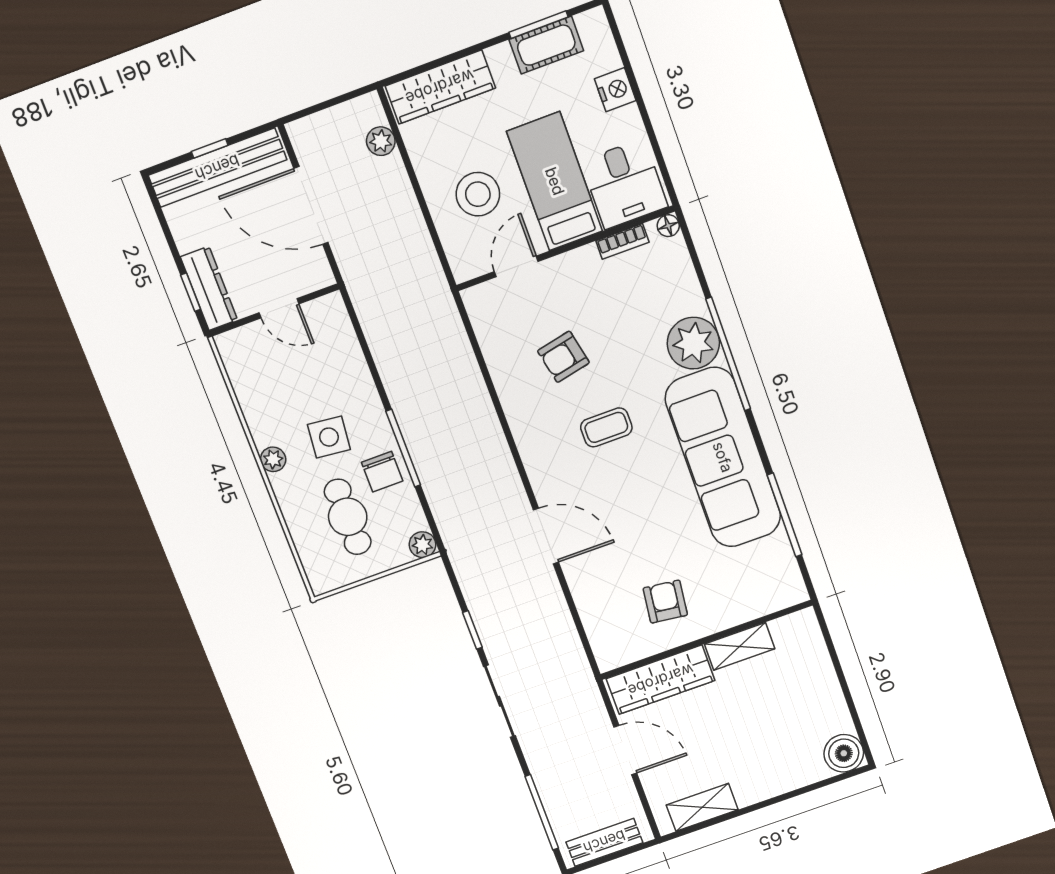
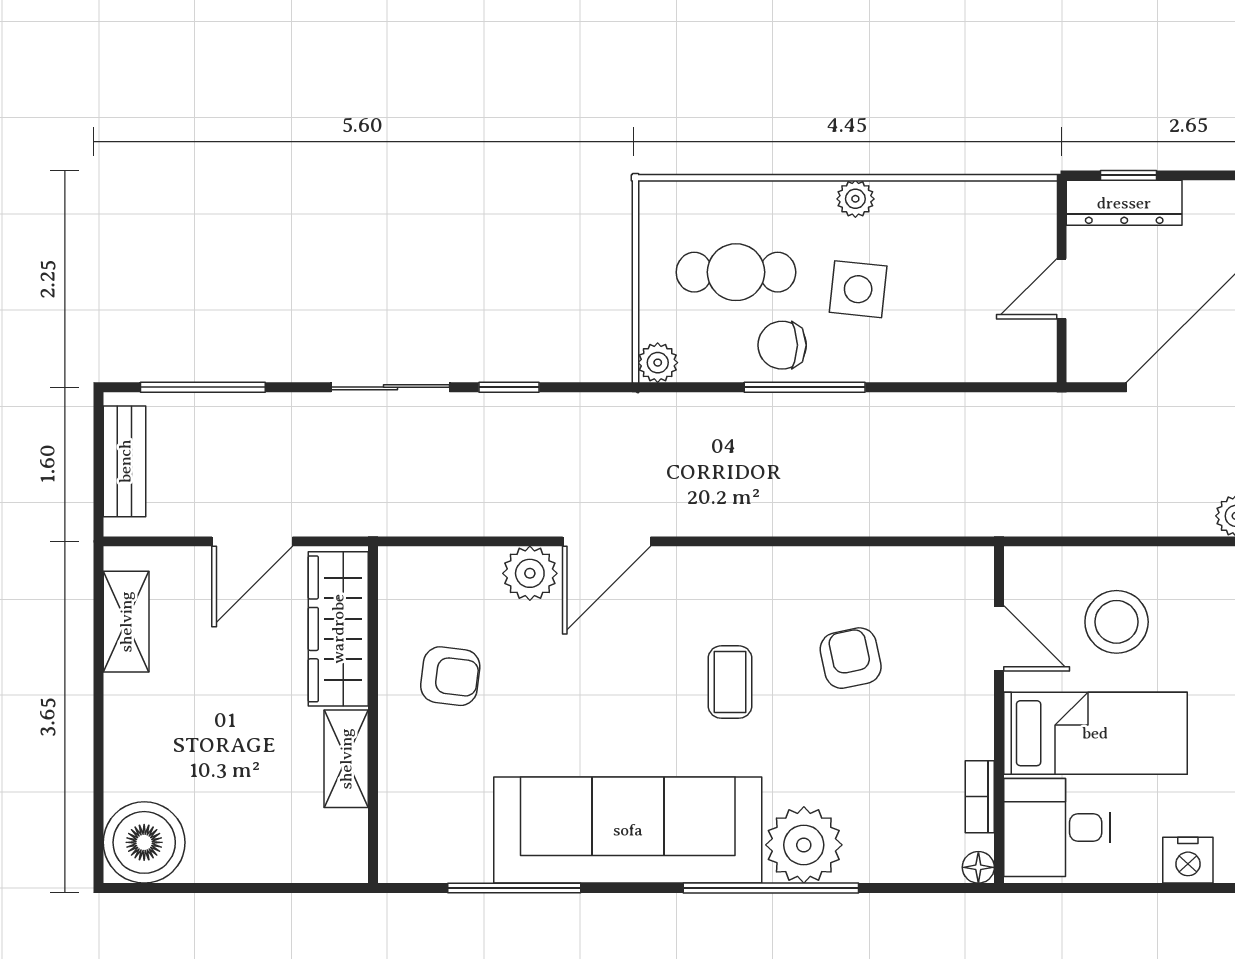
plant: (583, 576) -> (530, 573), added
boiler: (844, 753) -> (144, 842), width x1.37, depth x1.37

